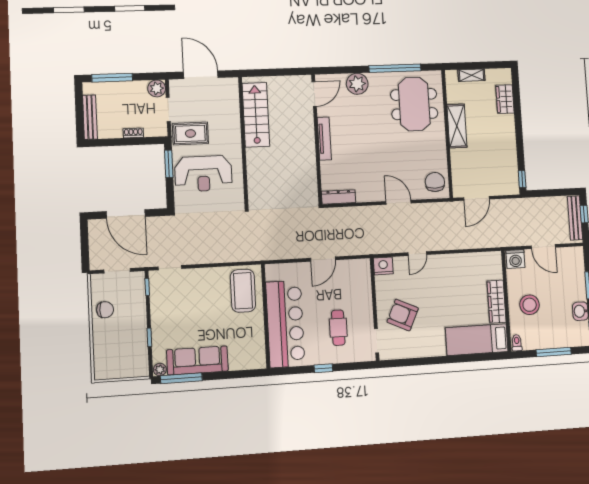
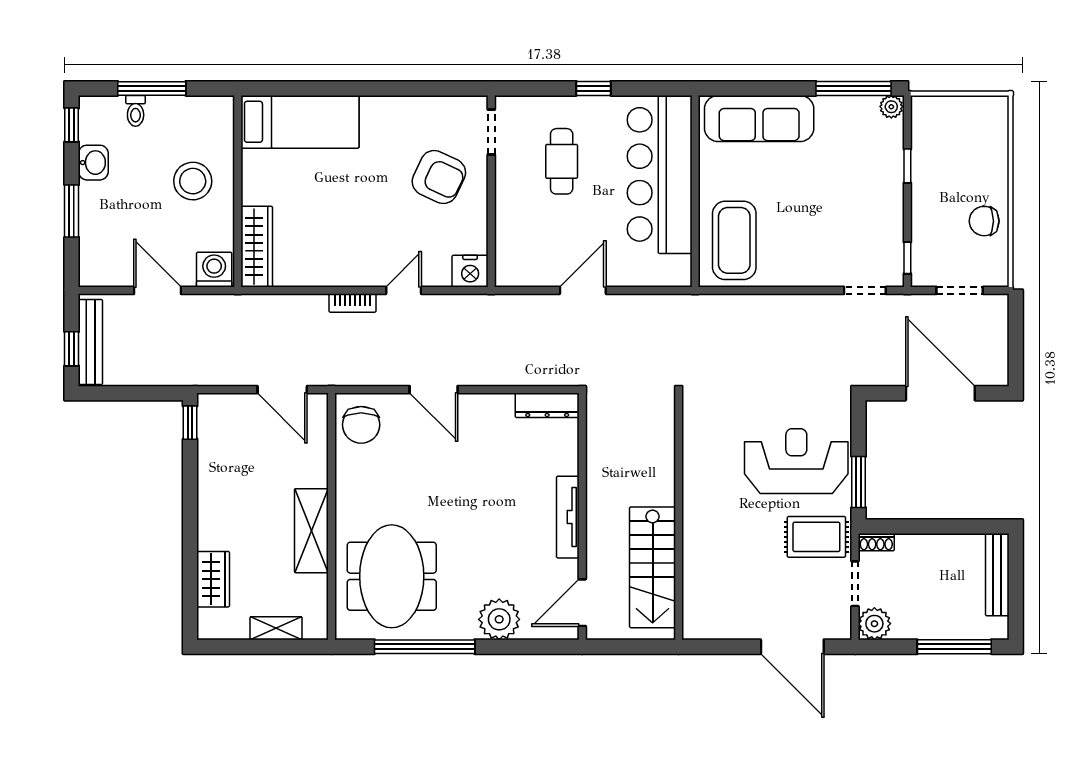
stairs: (256, 115) -> (653, 567), moved
shoe rack: (133, 133) -> (876, 542), moved
wall: (243, 142) -> (679, 516), moved
door: (477, 198) -> (282, 390), swing flipped
bookcase: (443, 246) -> (352, 303), added
wardrobe: (497, 302) -> (257, 247), moved
toilet: (517, 343) -> (136, 111), moved
sofa: (197, 360) -> (759, 118), moved

